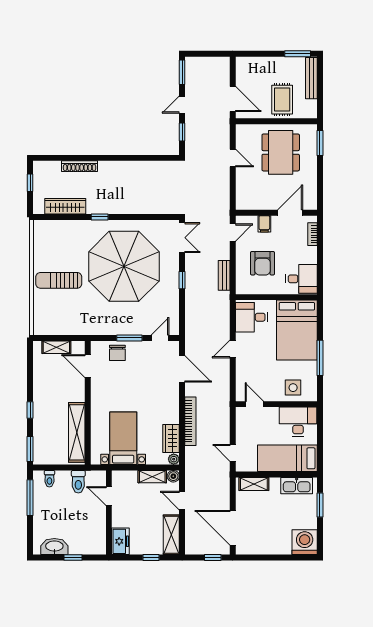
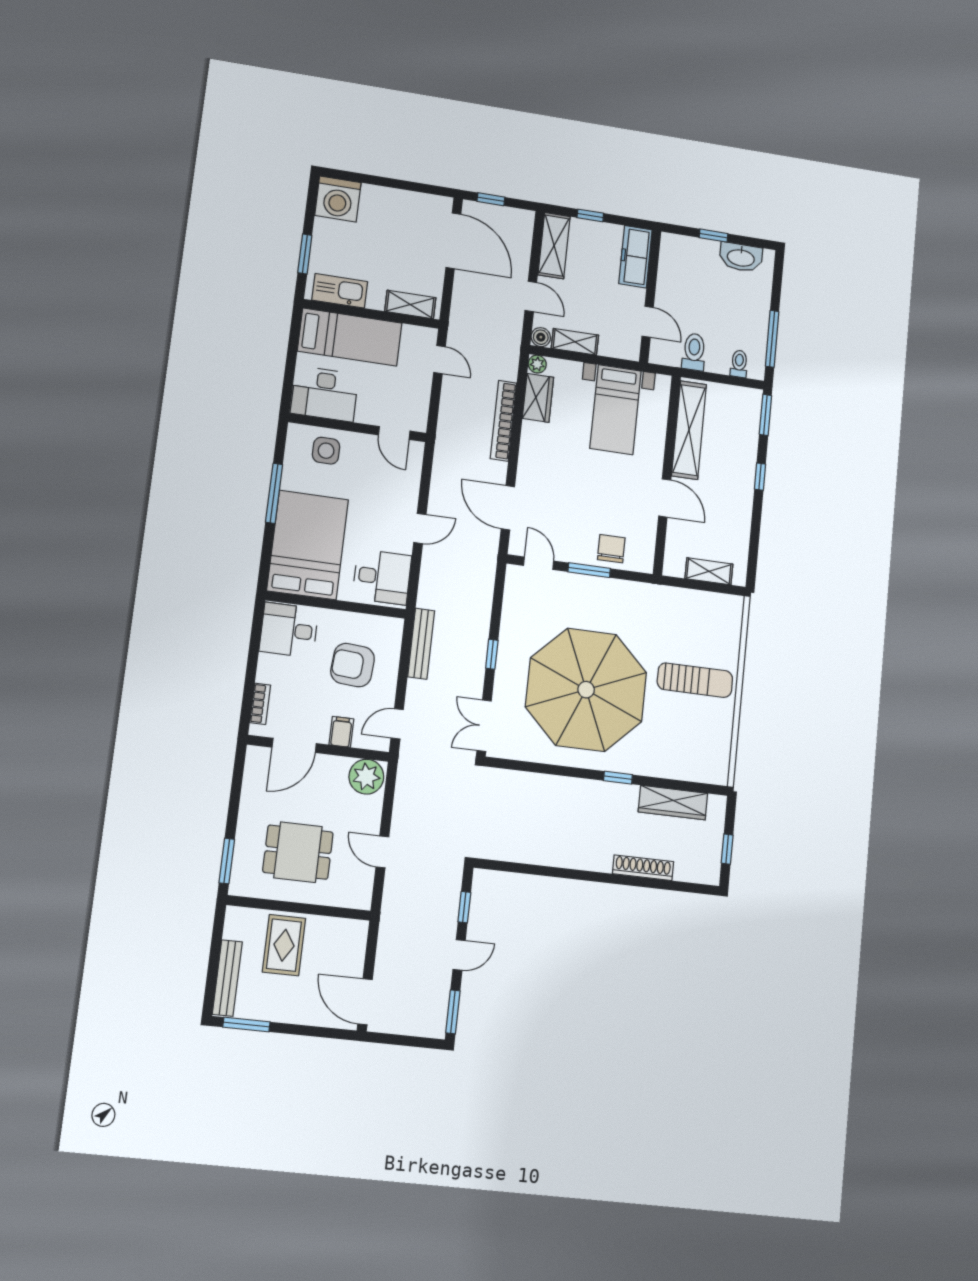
door: (233, 99) -> (365, 1002), moved
dining table: (281, 152) -> (298, 852), width x0.73
plant: (247, 200) -> (366, 777), added
armchair: (263, 263) -> (353, 665), turned -86
bench: (224, 275) -> (421, 644), width x1.36
door: (160, 338) -> (539, 563), swing flipped
door: (88, 366) -> (665, 498), moved
freezer: (120, 541) -> (635, 257), width x1.40

